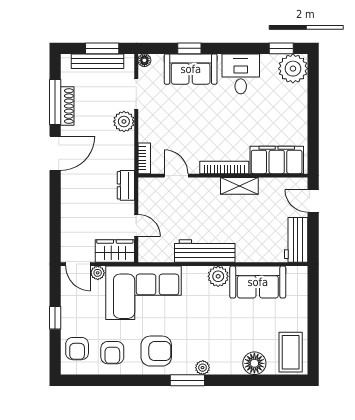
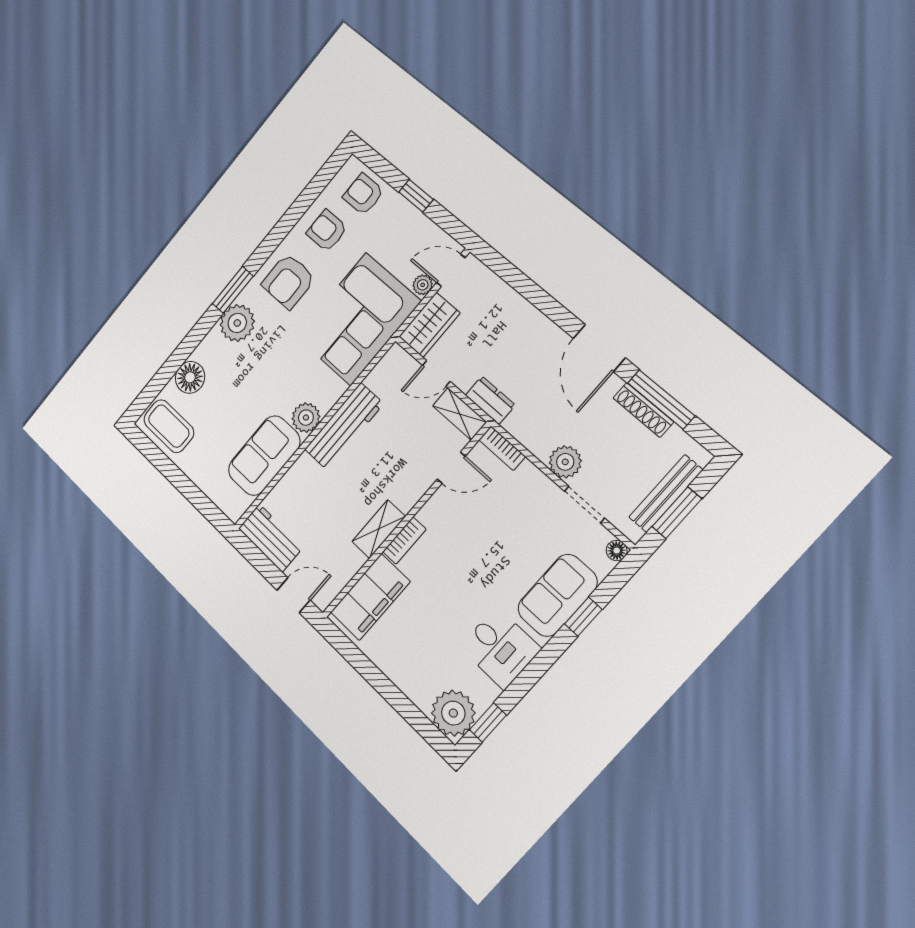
bookcase: (224, 168) -> (404, 540), width x0.64
shelving: (146, 195) -> (460, 414), added
plant: (203, 368) -> (237, 323), width x1.88, depth x1.88

